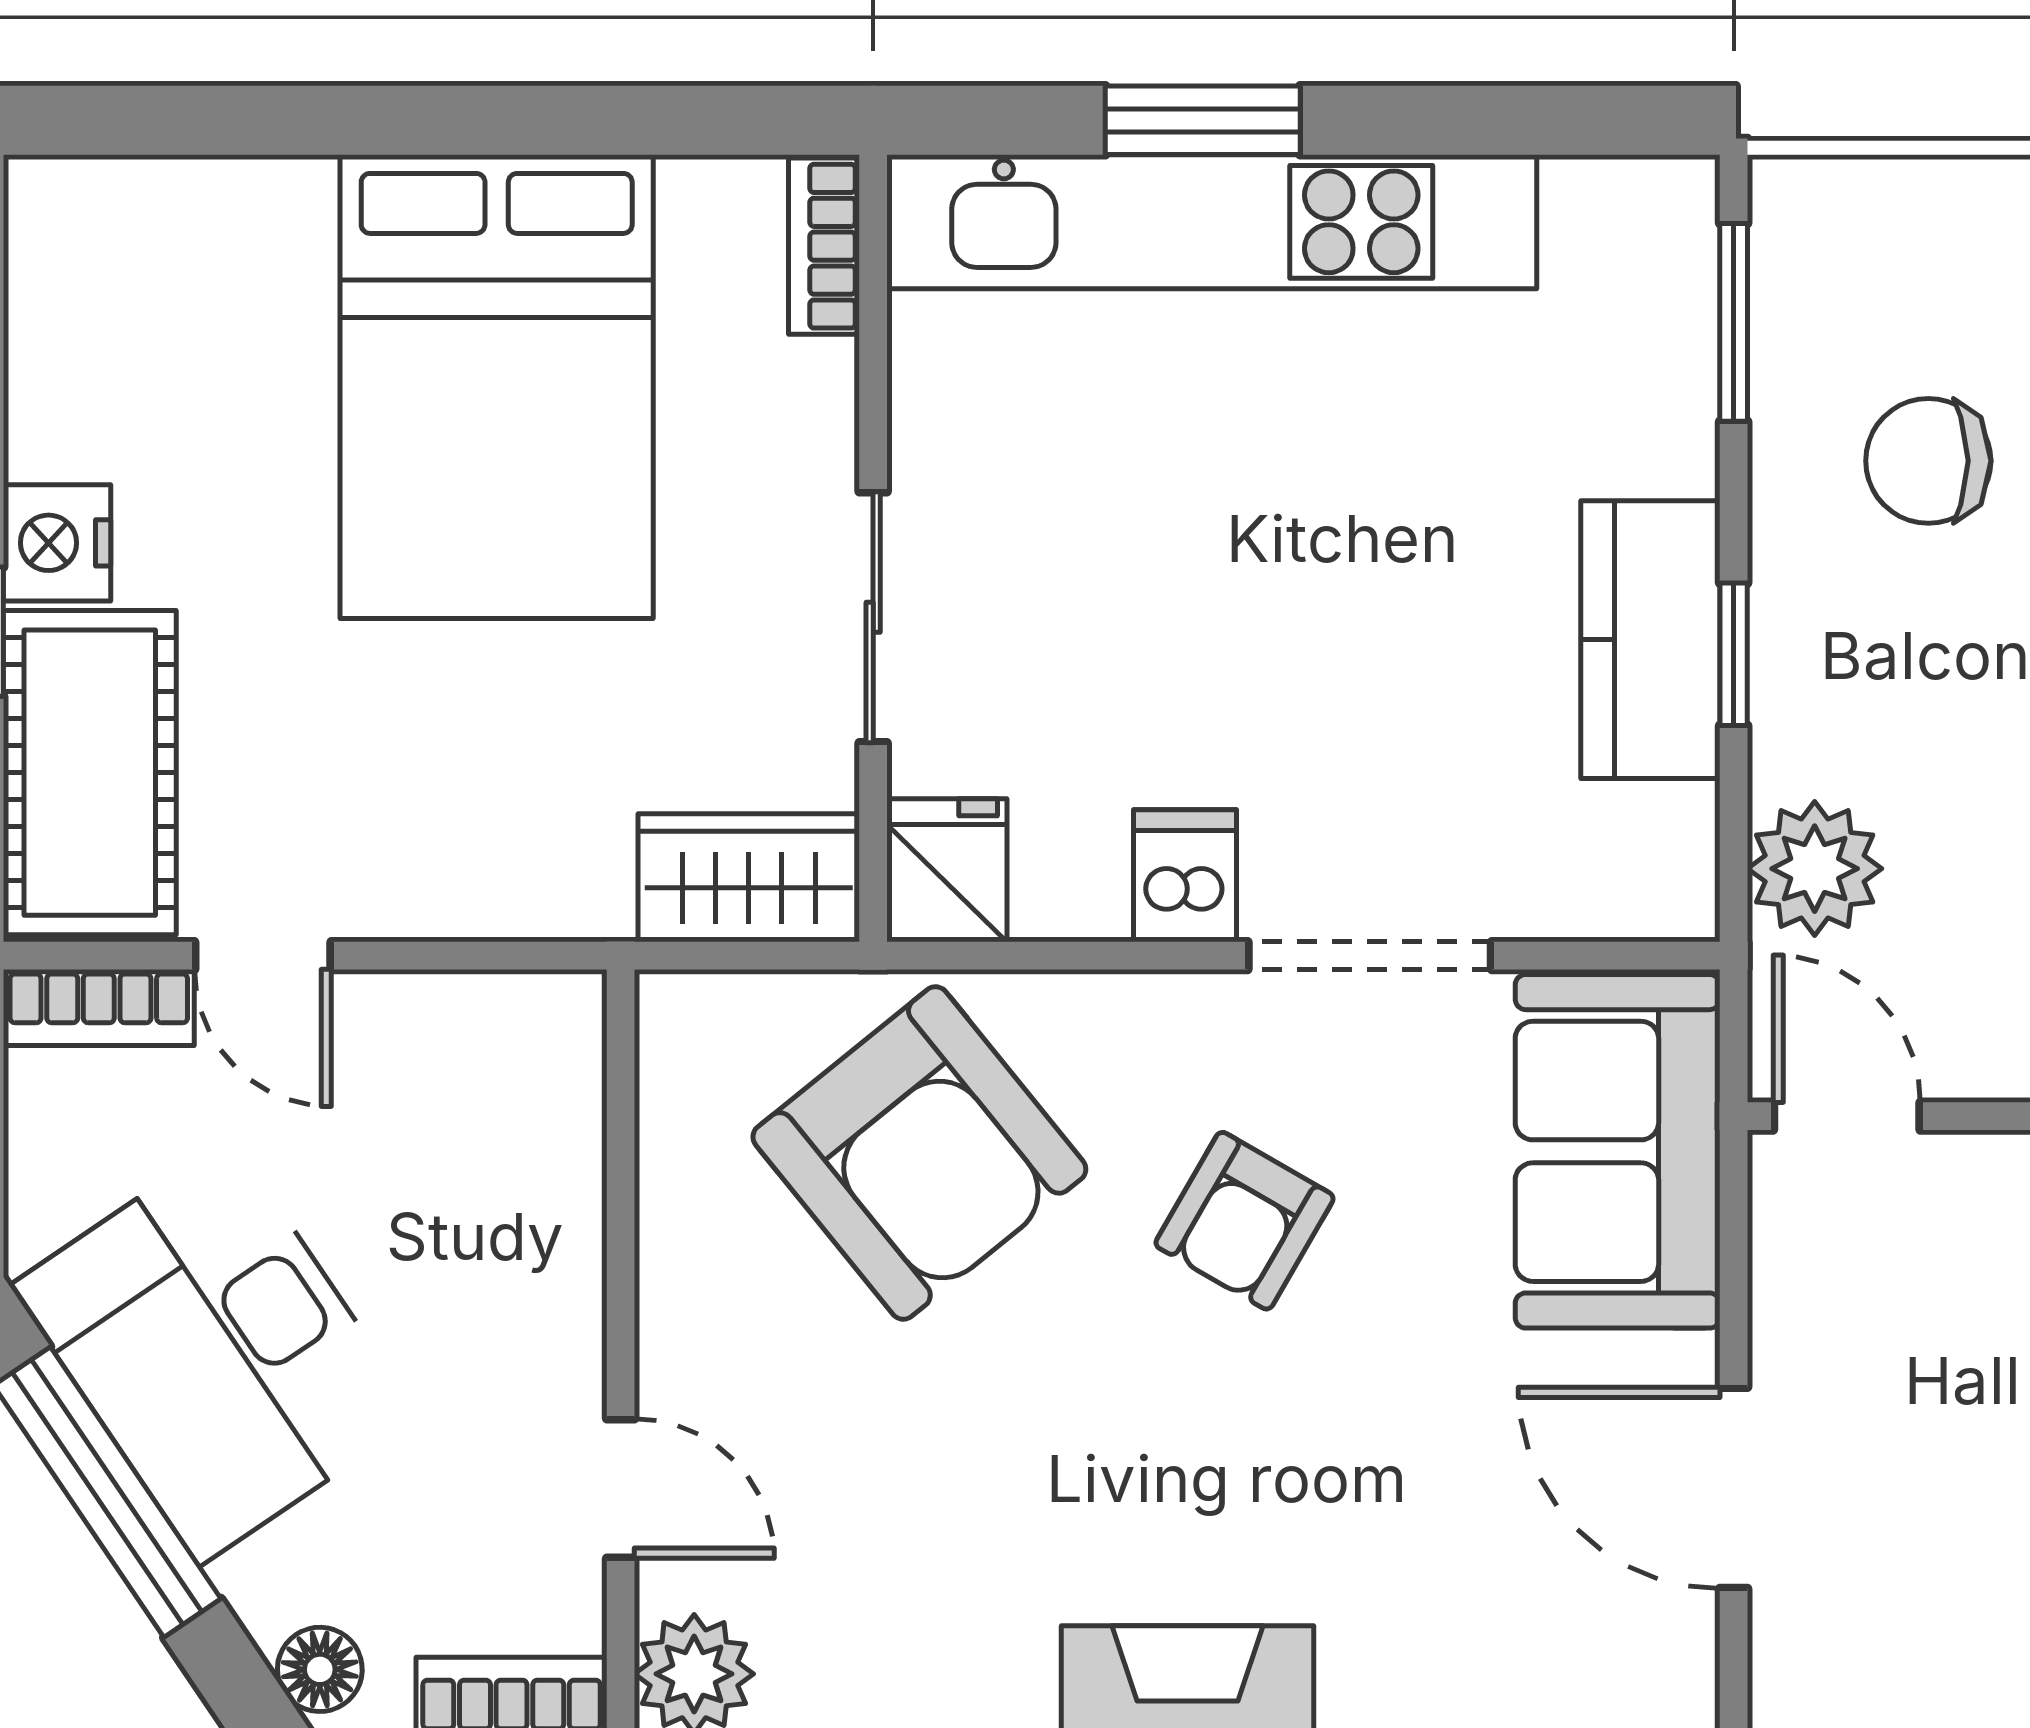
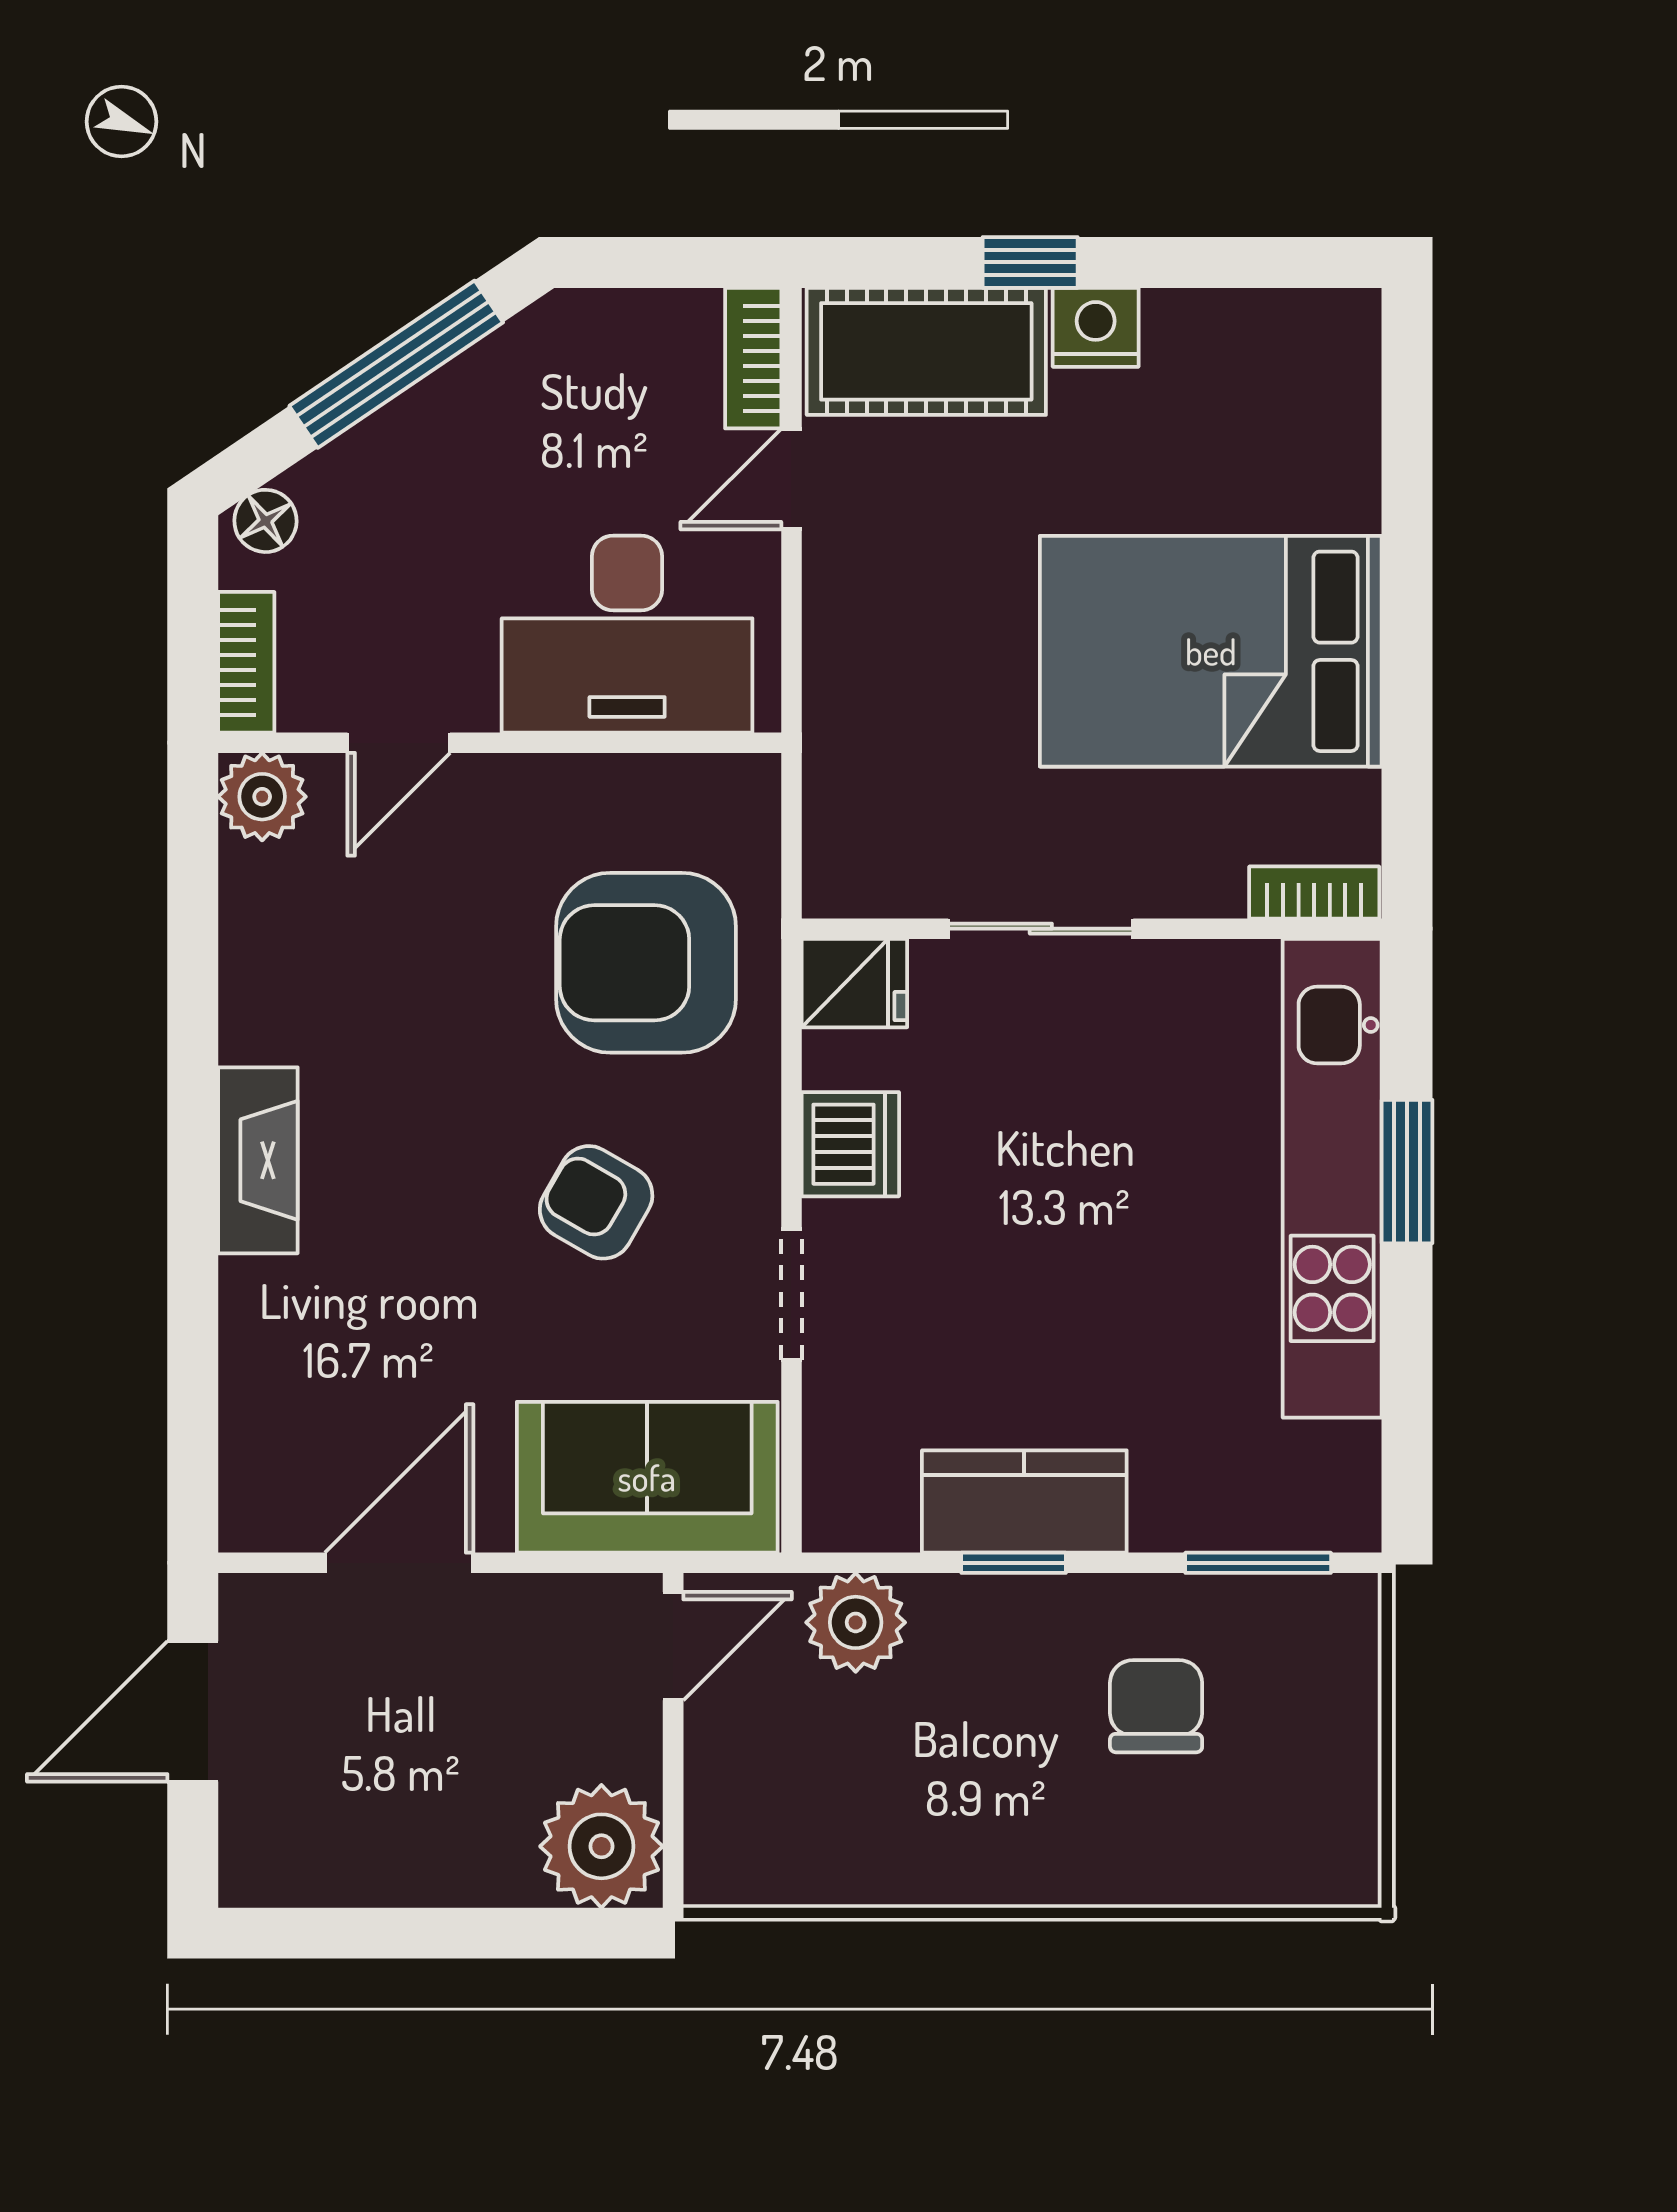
dishwasher: (1185, 876) -> (850, 1144), width x1.38
wardrobe: (749, 878) -> (849, 837), removed
doorway: (1370, 956) -> (791, 1295), width x0.73
armchair: (919, 1153) -> (646, 963), turned 39
desk: (215, 1351) -> (627, 634), moved, turned -146

